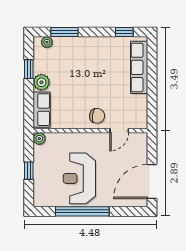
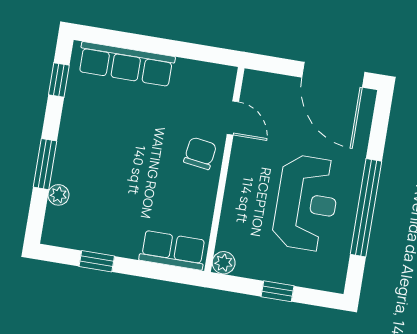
window: (64, 32) -> (45, 164), moved
plant: (47, 42) -> (58, 195), moved
plant: (41, 82) -> (124, 242), removed
reception desk: (79, 178) -> (306, 203), turned -90

